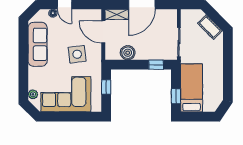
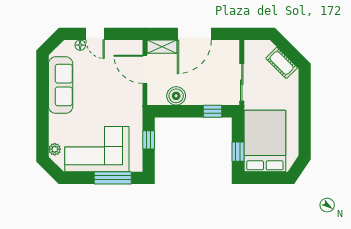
side table: (77, 54) -> (111, 98), removed
bed: (192, 88) -> (265, 141), width x1.50
window: (78, 117) -> (113, 178), added

